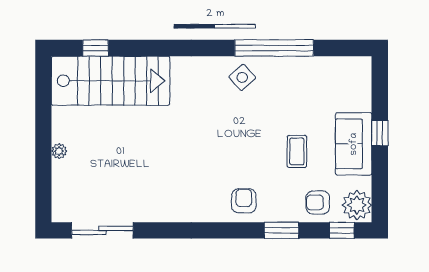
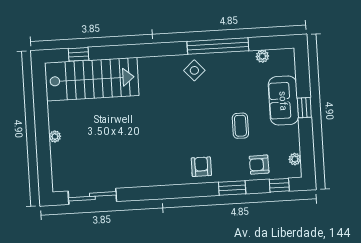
plant: (330, 64) -> (262, 56), added
sofa: (354, 144) -> (283, 101), moved
plant: (357, 205) -> (295, 159), width x0.53, depth x0.53

